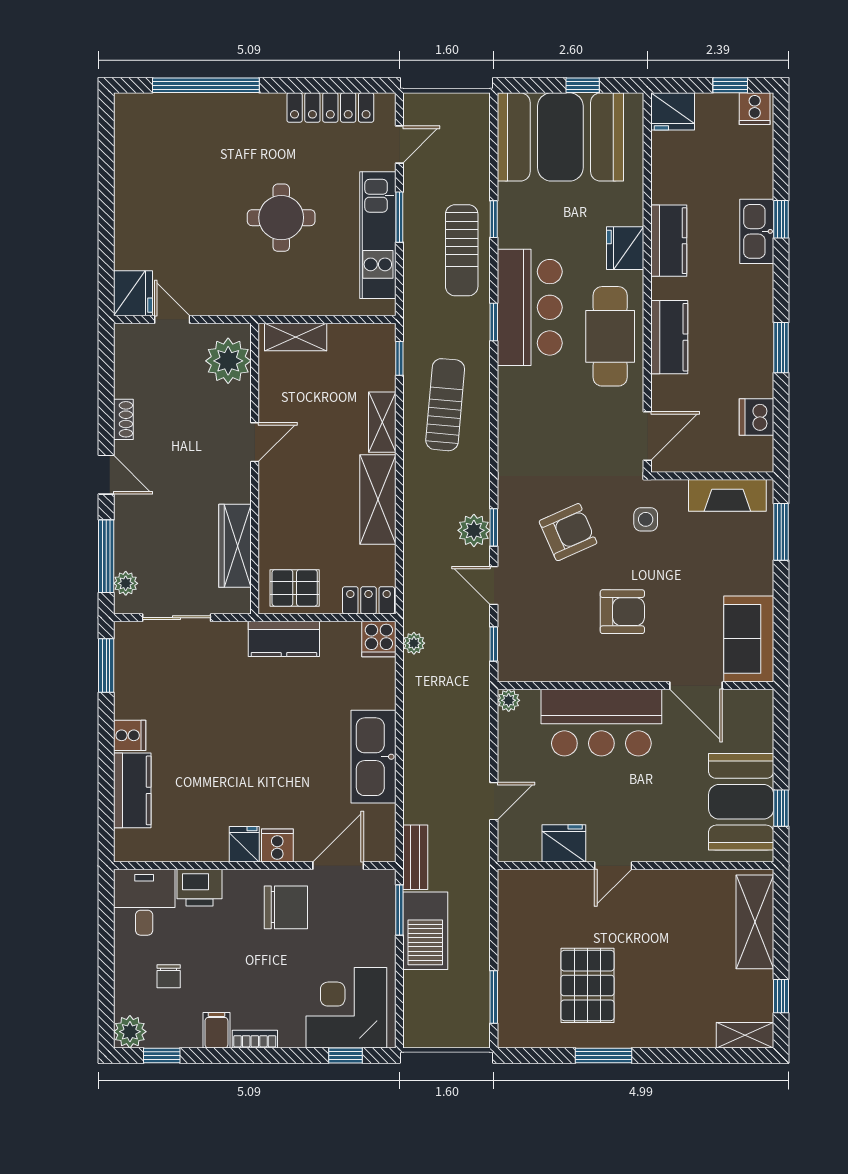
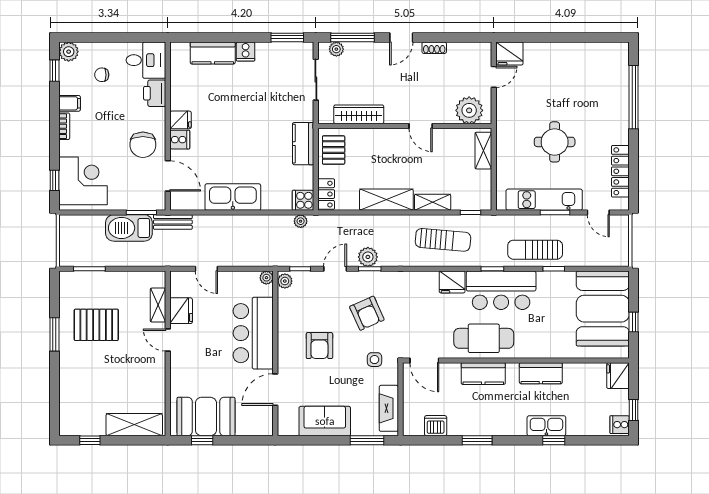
fridge: (625, 248) -> (452, 282), moved, turned 180
sofa: (749, 639) -> (325, 421), moved
plant: (514, 670) -> (285, 281), added
shelving: (745, 1035) -> (158, 305), moved

